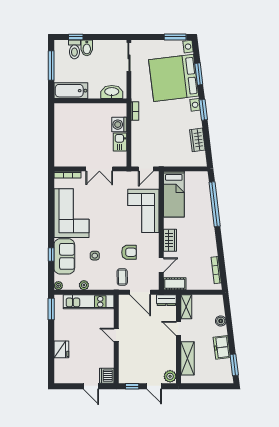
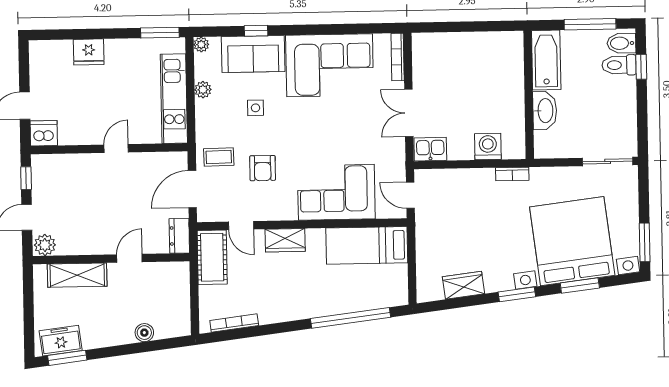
bidet: (87, 48) -> (621, 43), moved
washbasin: (112, 92) -> (545, 111), moved
kitchen sink: (120, 142) -> (430, 149), moved
cot: (175, 284) -> (212, 257), width x1.37, depth x1.34
shelving: (186, 307) -> (168, 271), removed
freezer: (222, 347) -> (61, 341), moved

